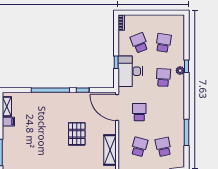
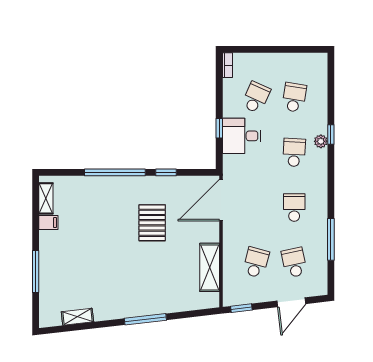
school desk: (139, 43) -> (256, 97), turned 45
desk: (130, 71) -> (242, 136), width x0.73
door: (117, 108) -> (221, 200), hinge flipped
school desk: (139, 112) -> (294, 207), moved
pallet: (77, 134) -> (152, 223), moved

